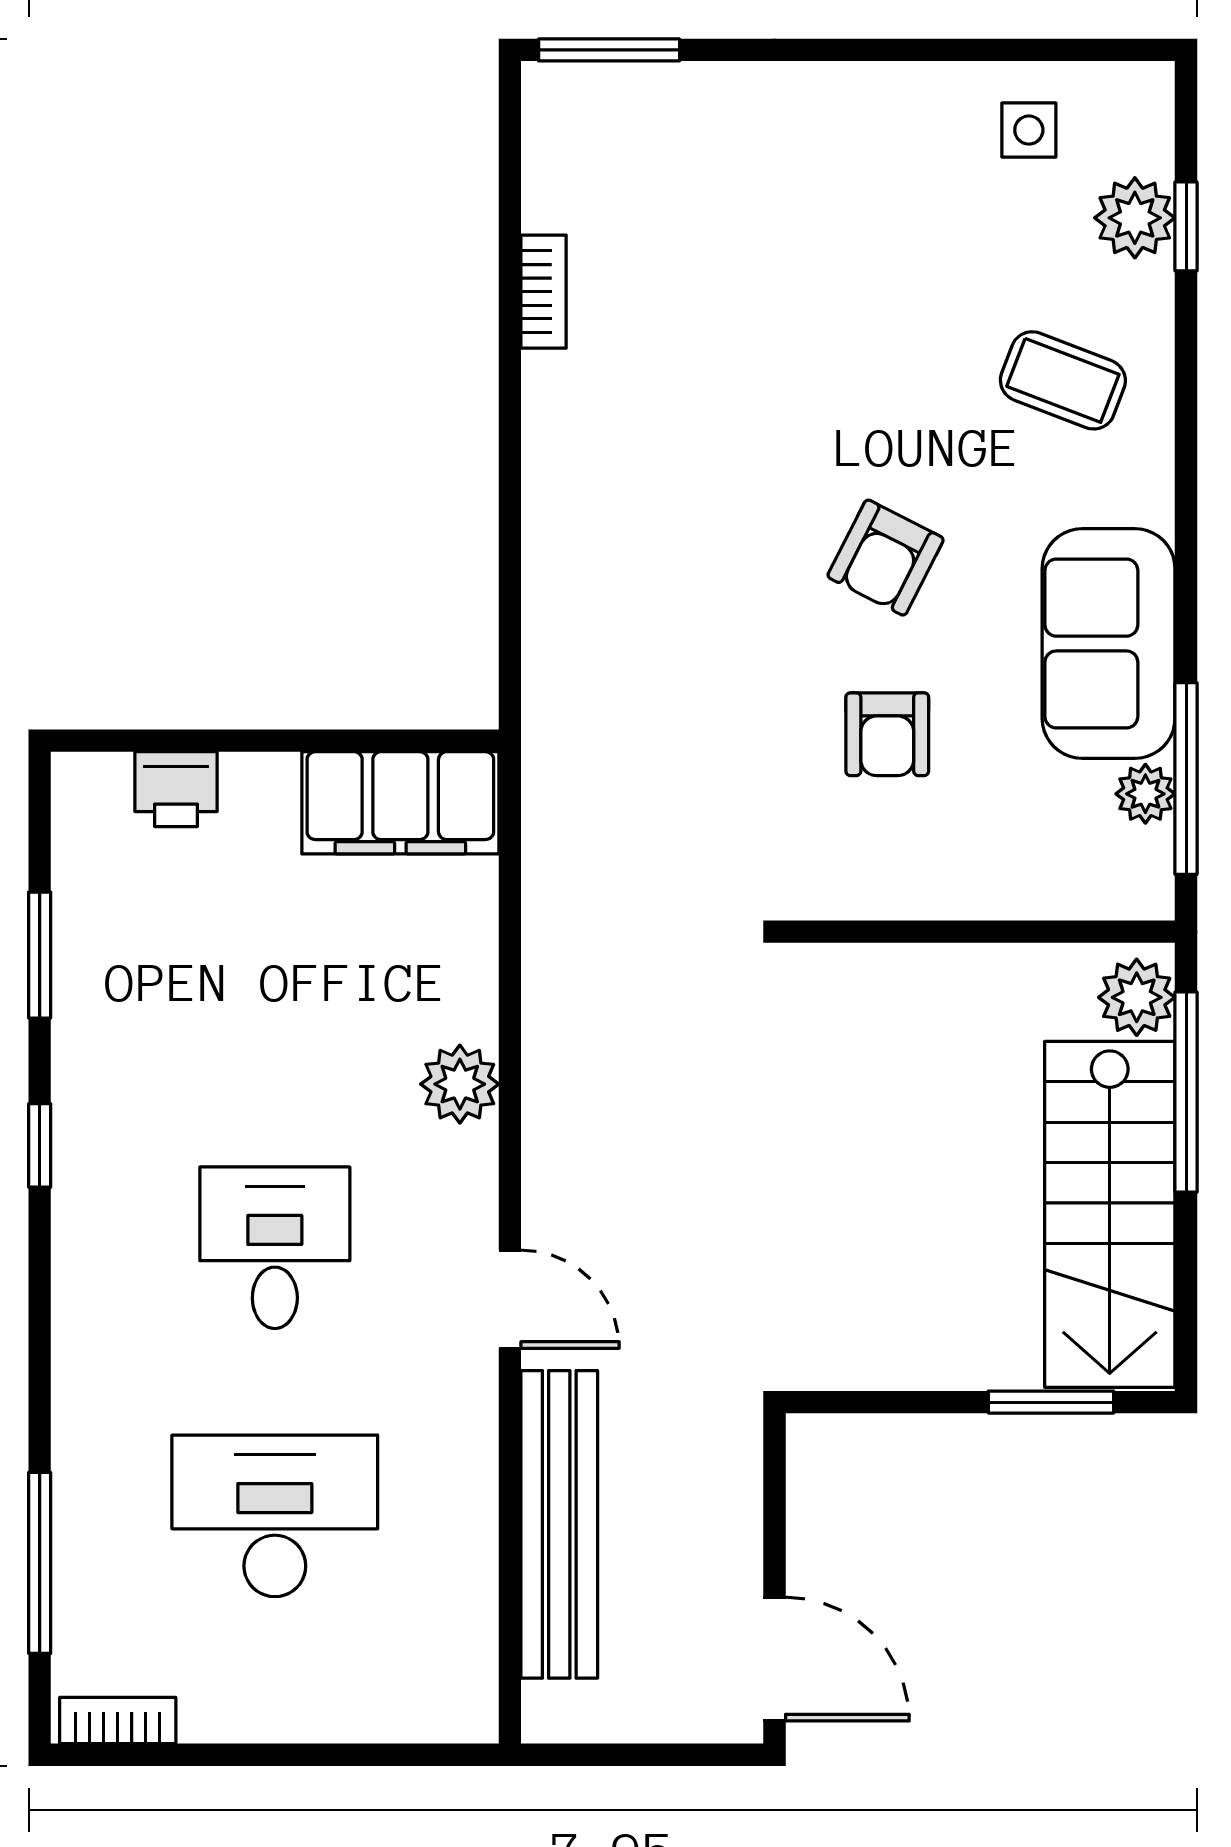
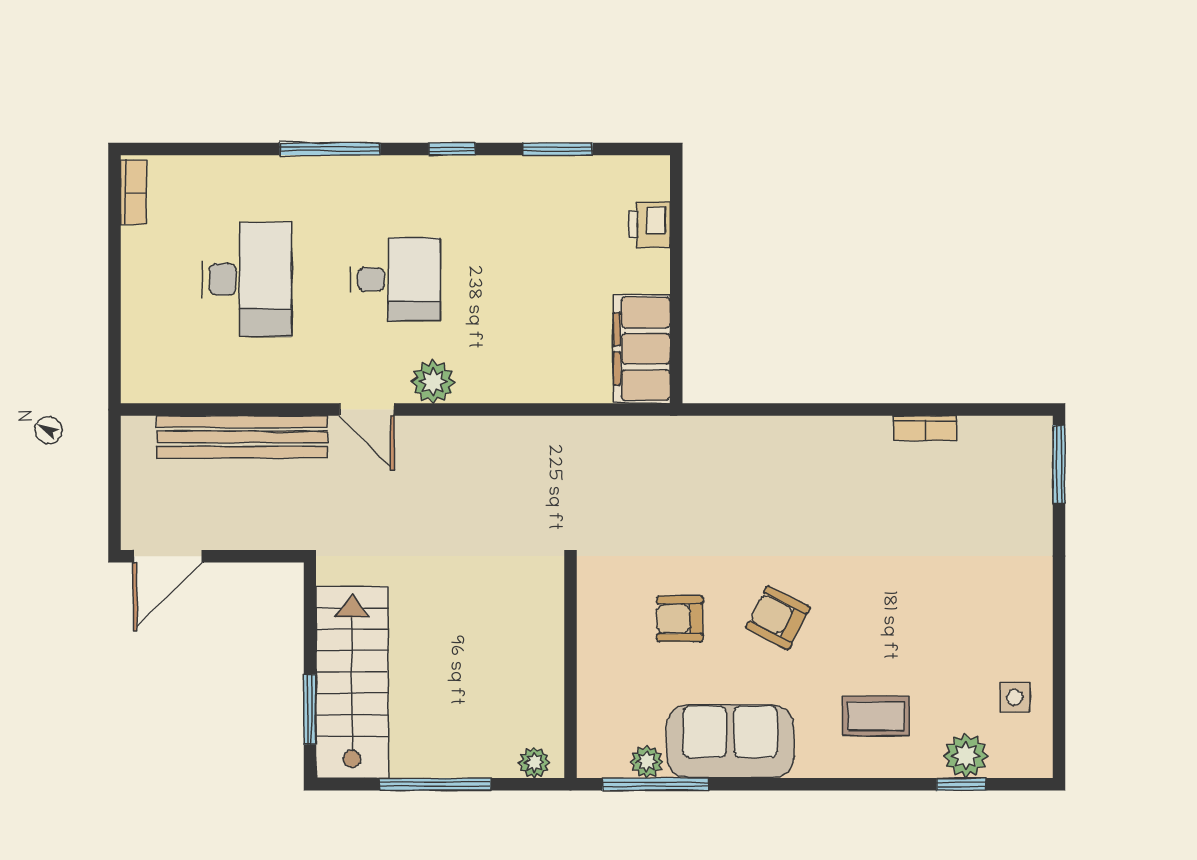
coffee table: (1063, 380) -> (876, 716), turned 69
plant: (1137, 997) -> (534, 763), width x0.73, depth x0.73
plant: (460, 1084) -> (433, 382), moved
window: (1186, 1092) -> (435, 784), moved
stairs: (1110, 1214) -> (352, 682), moved, turned 90
door: (510, 1299) -> (367, 410), hinge flipped
window: (40, 1563) -> (330, 149), moved

